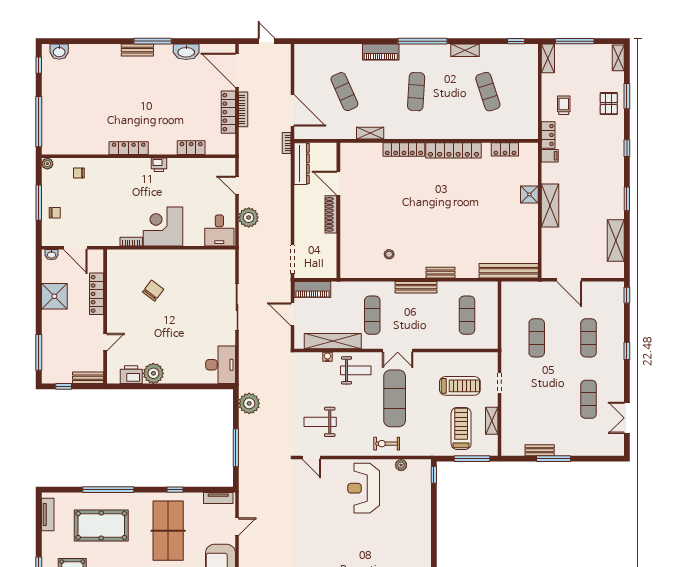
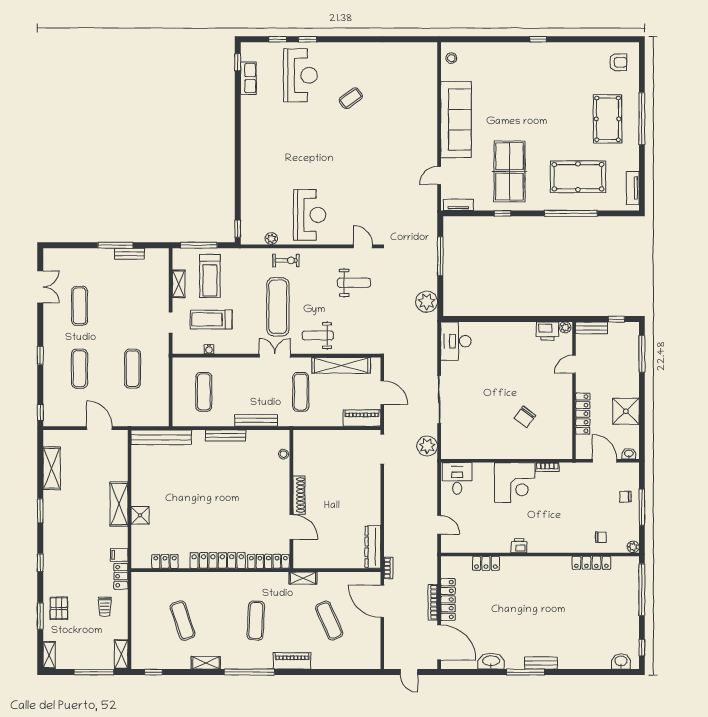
locker: (129, 148) -> (591, 563), moved
door: (338, 183) -> (291, 527), moved
wall: (338, 210) -> (291, 499), moved
shoe rack: (331, 214) -> (299, 495), moved
plant: (249, 217) -> (427, 446), moved
bench: (440, 273) -> (226, 435), width x1.36
water cooler: (327, 357) -> (209, 349), moved
plant: (153, 373) -> (565, 327), moved, width x0.53, depth x0.53

